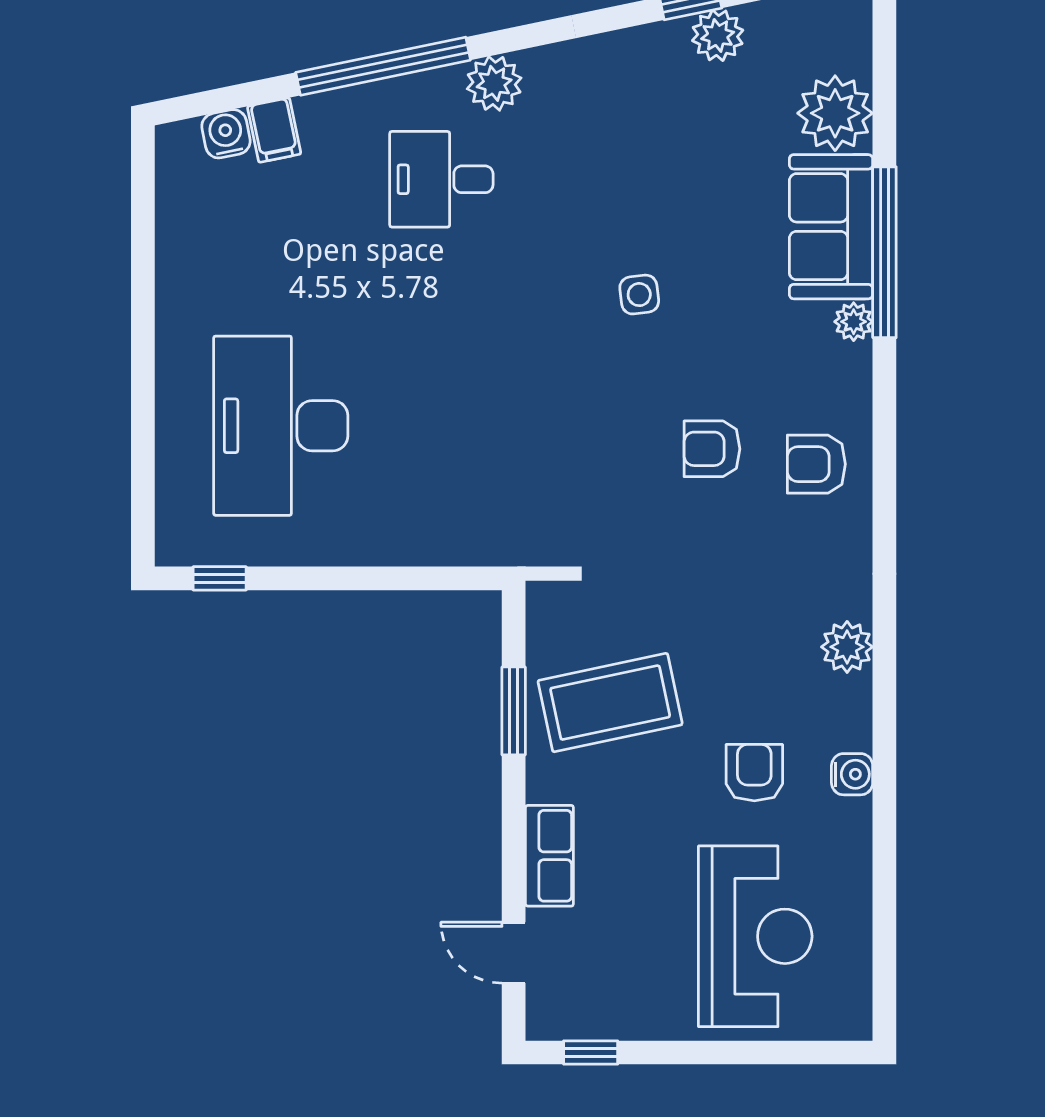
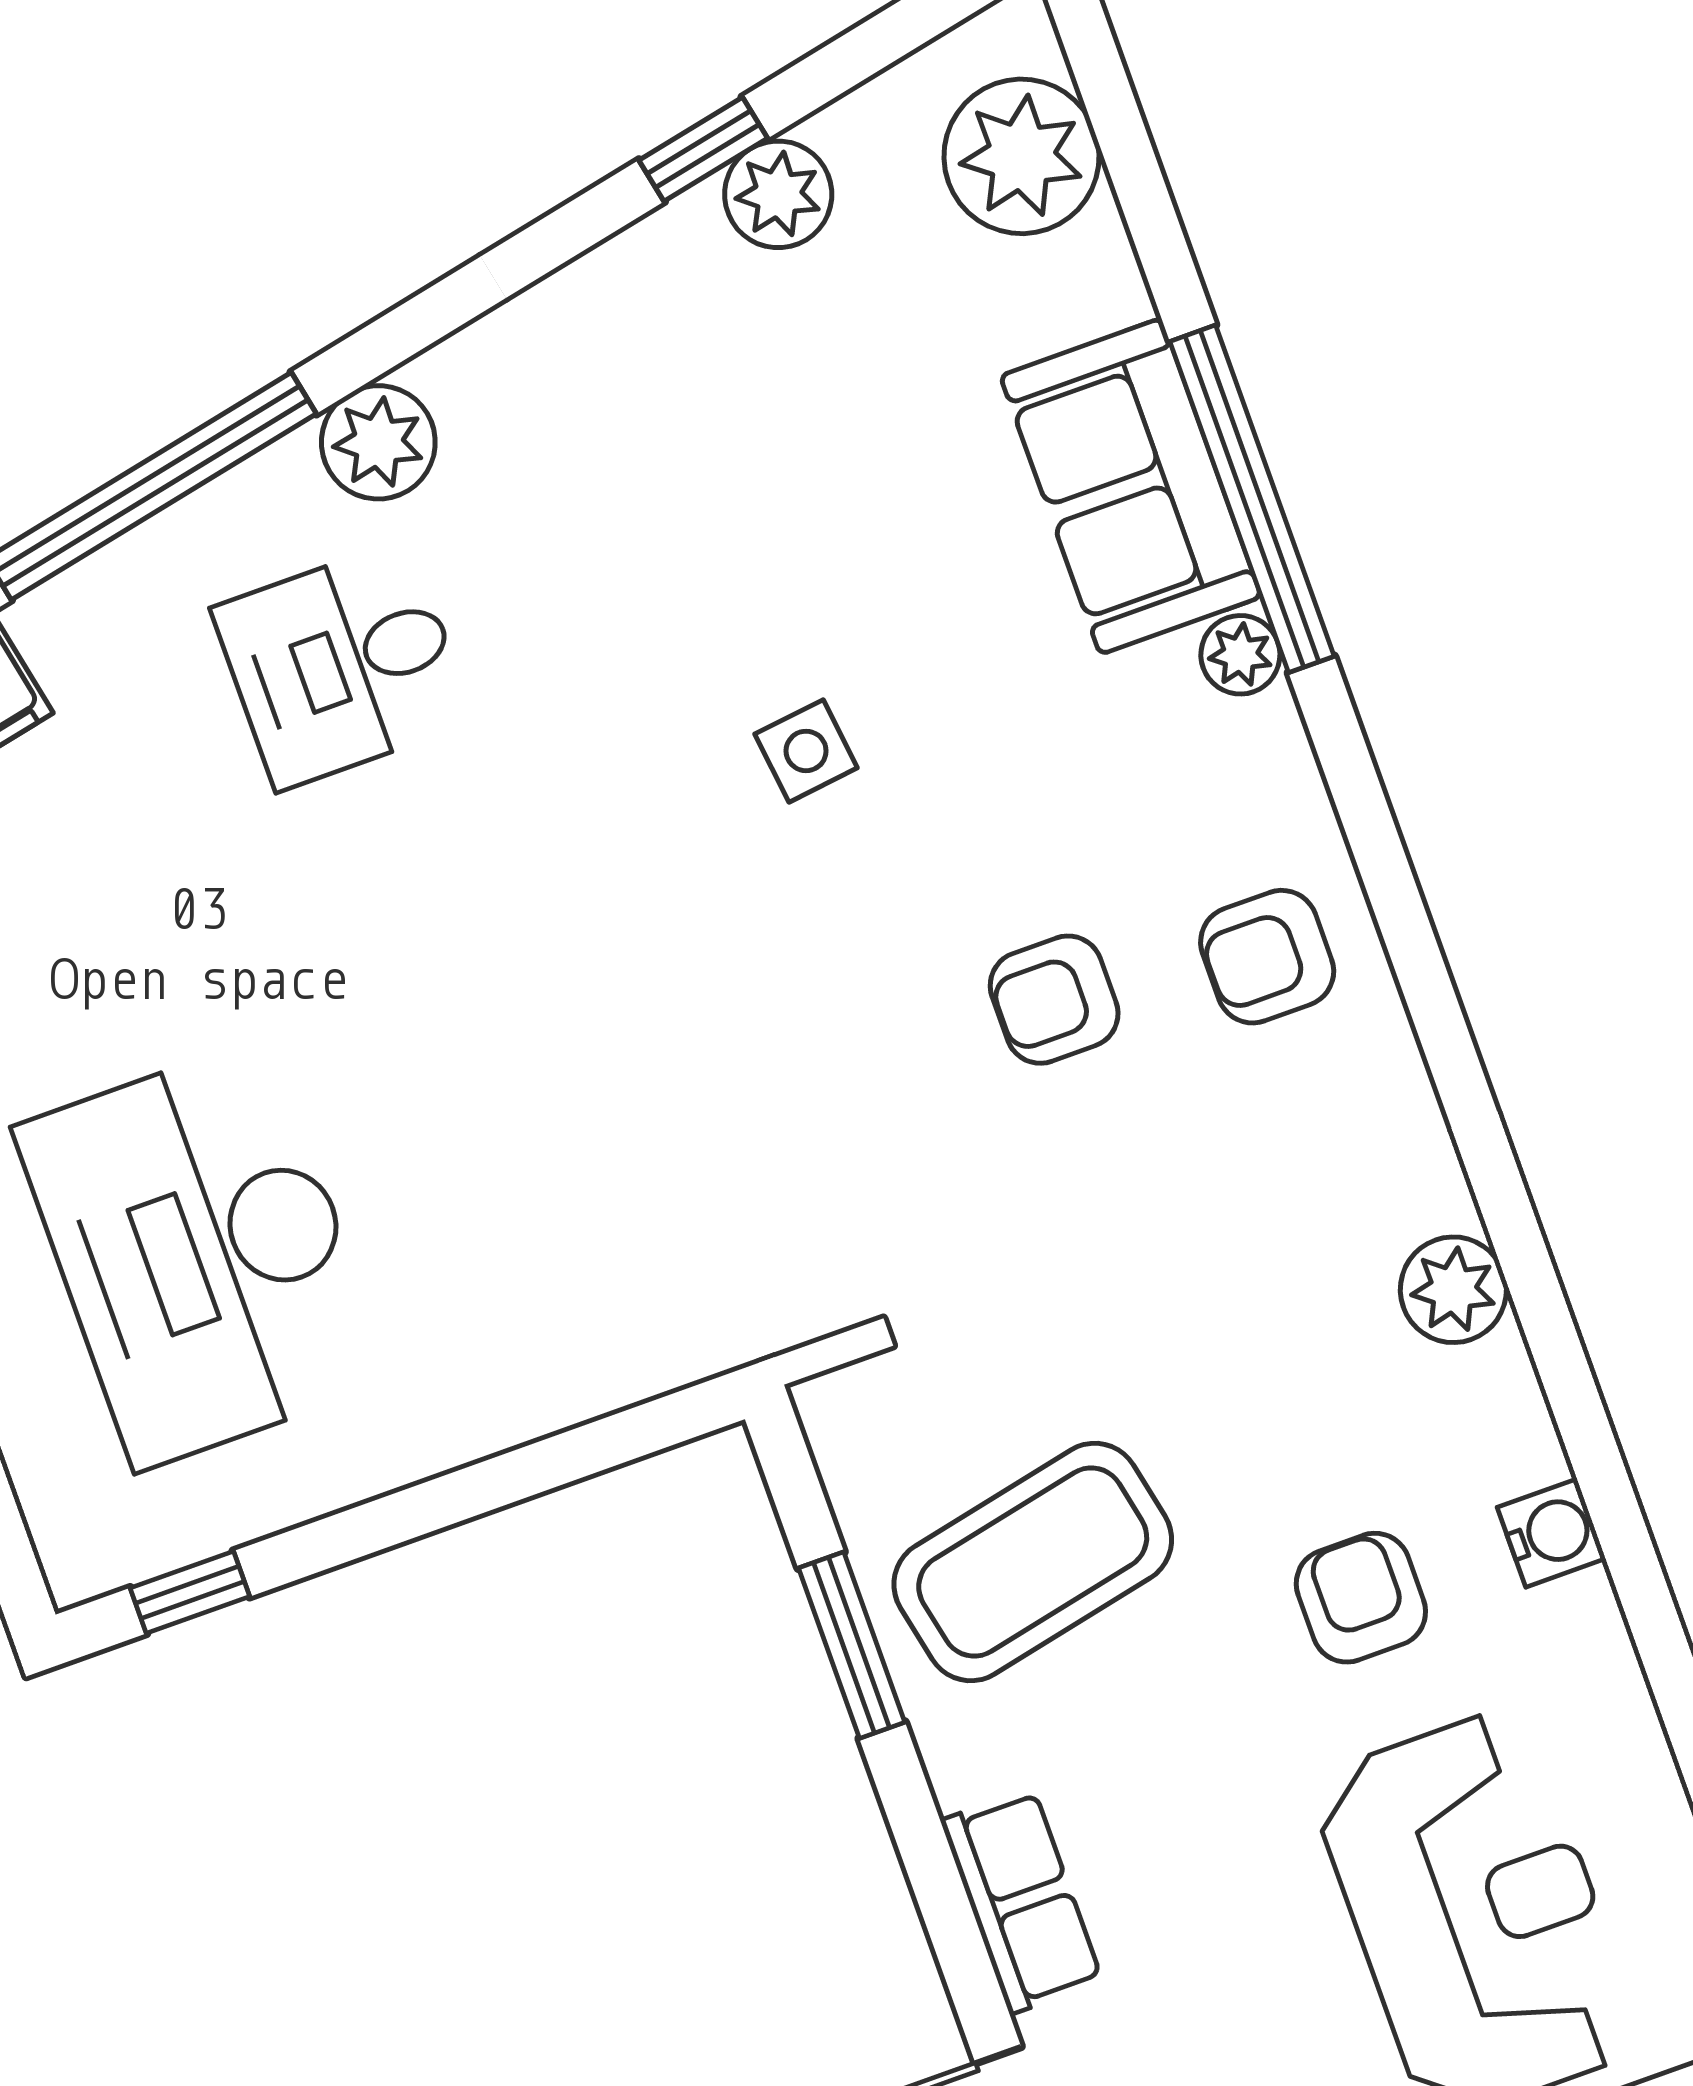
plant: (835, 113) -> (1022, 156), moved

